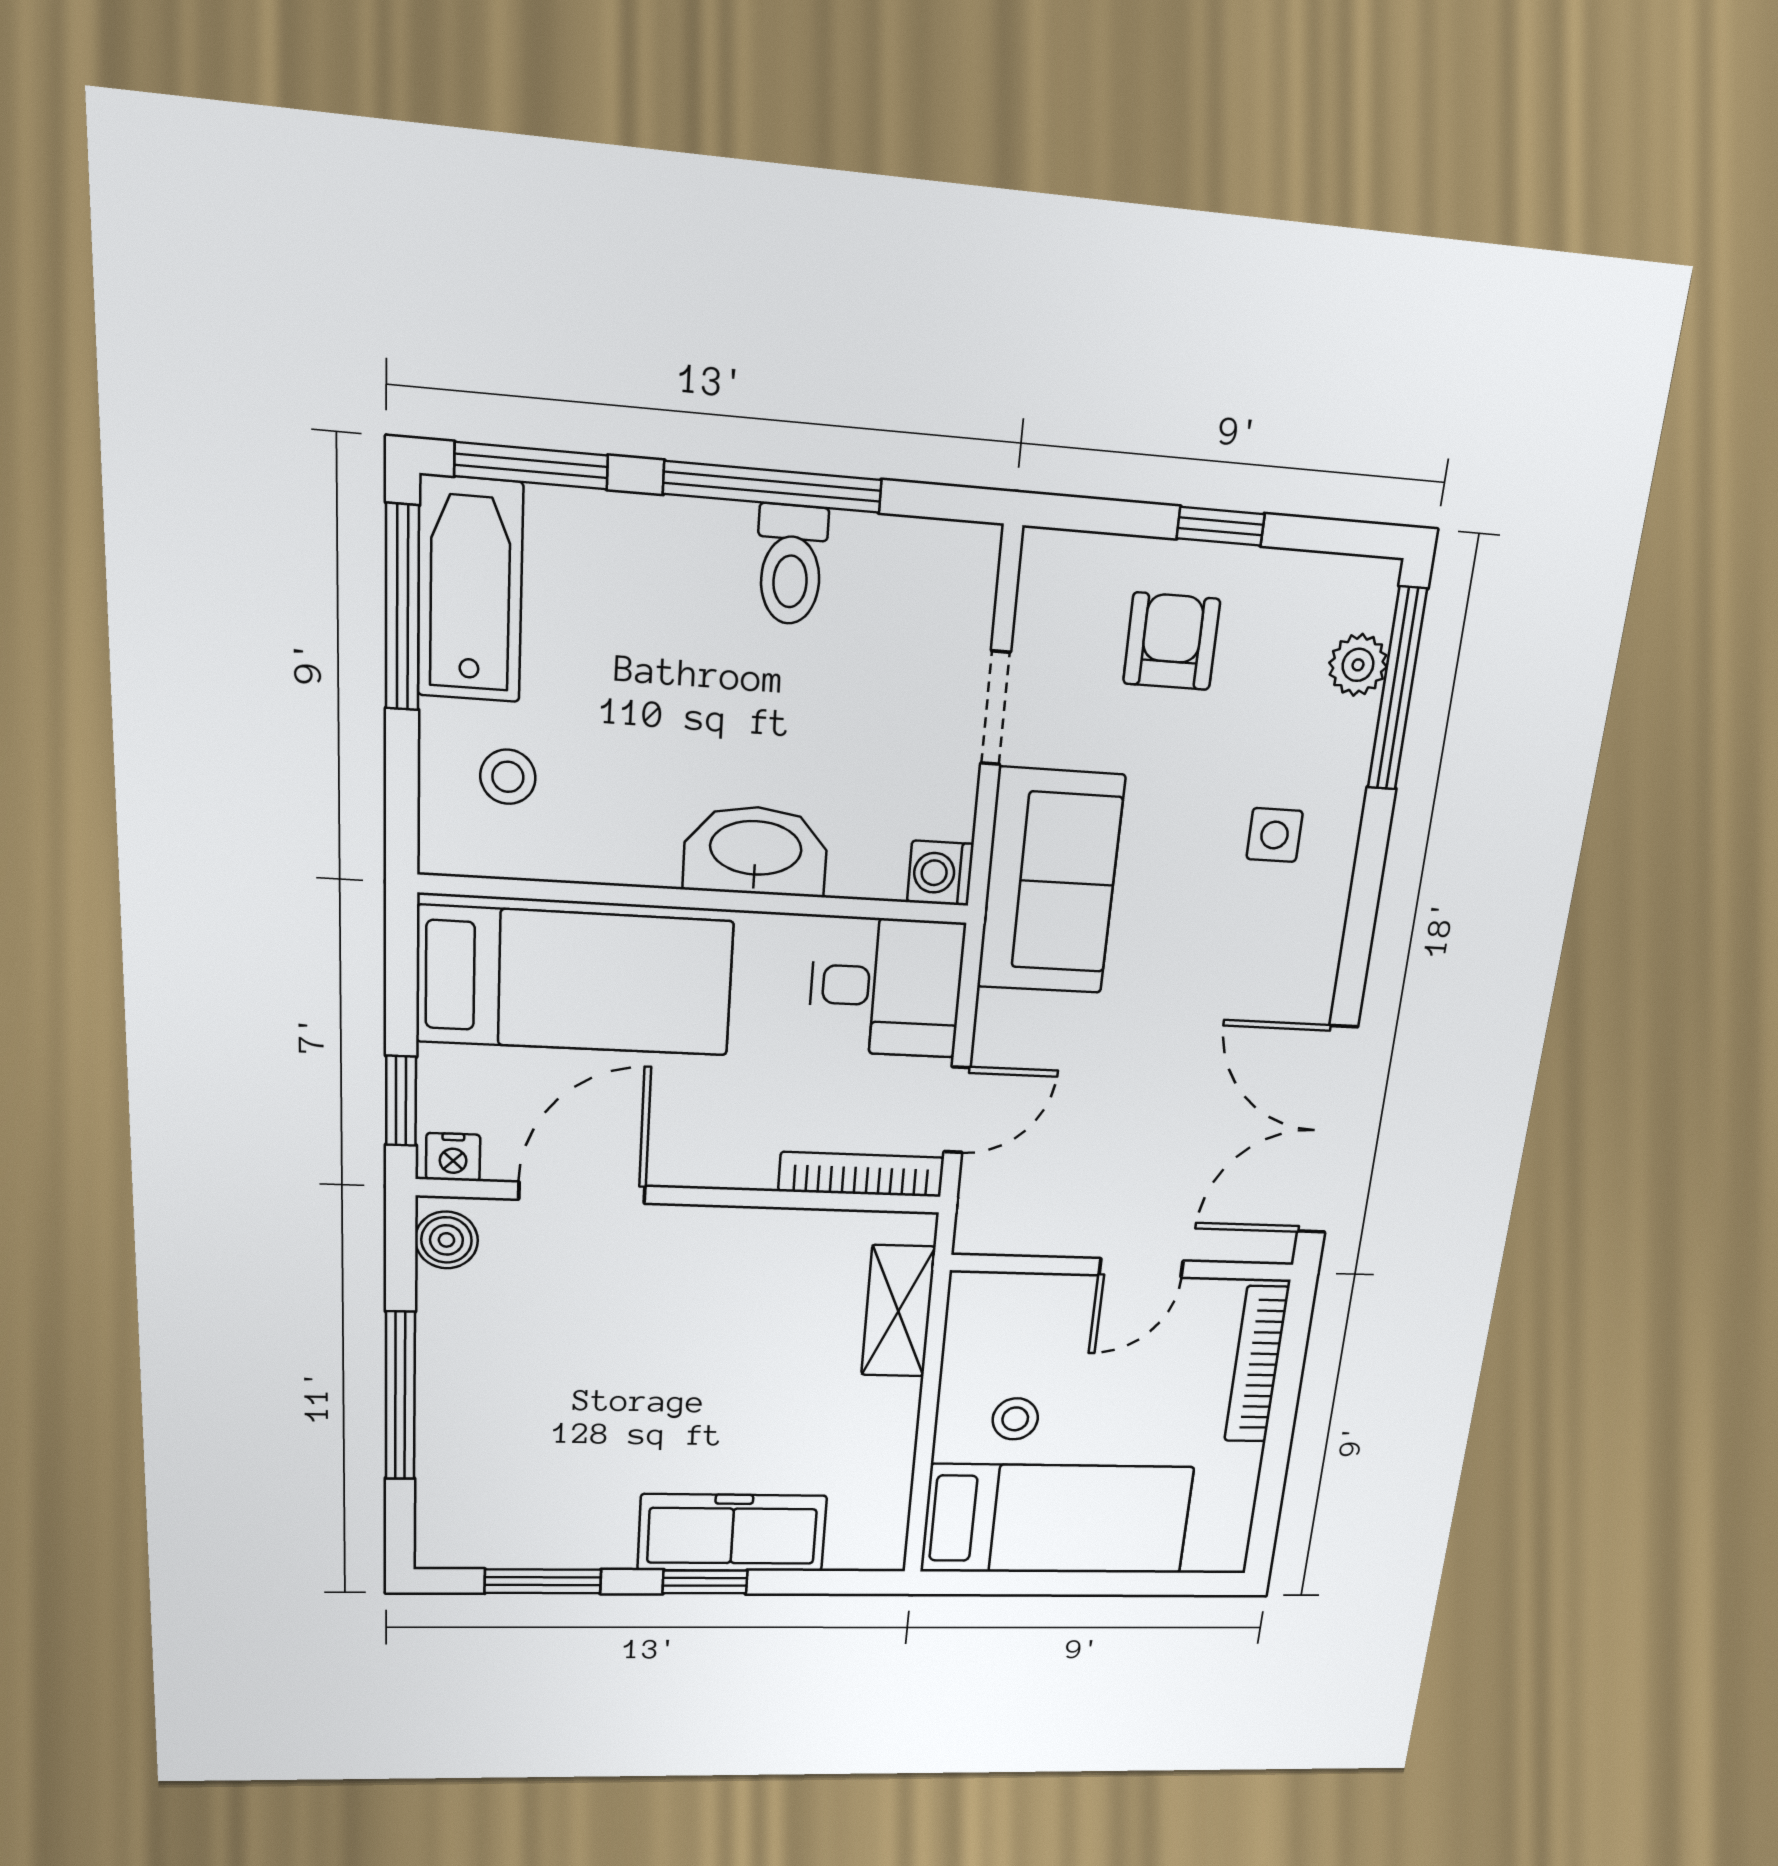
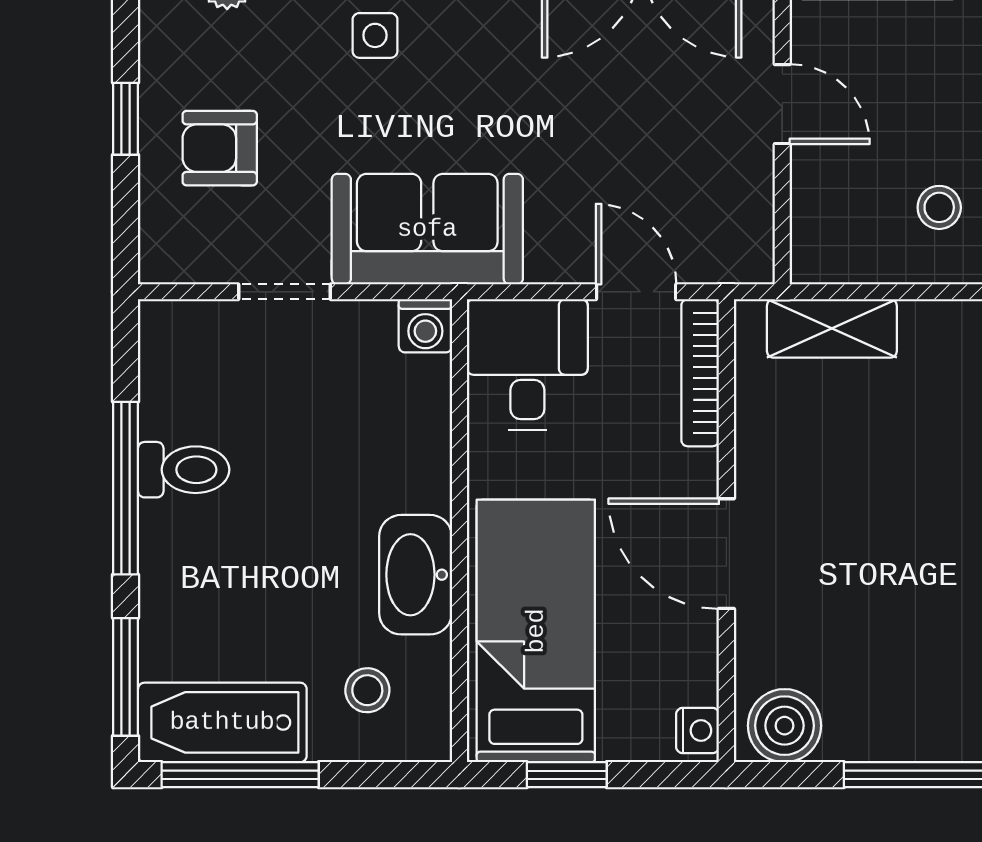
washbasin: (756, 851) -> (416, 575), moved
window: (401, 1101) -> (567, 775), moved
door: (582, 1193) -> (726, 554), moved
boiler: (446, 1240) -> (785, 726), width x1.36, depth x1.36

